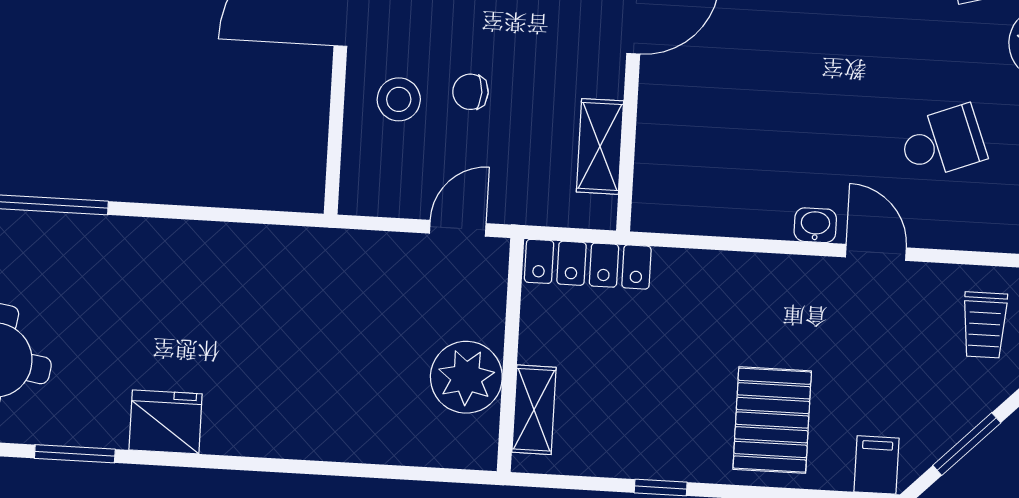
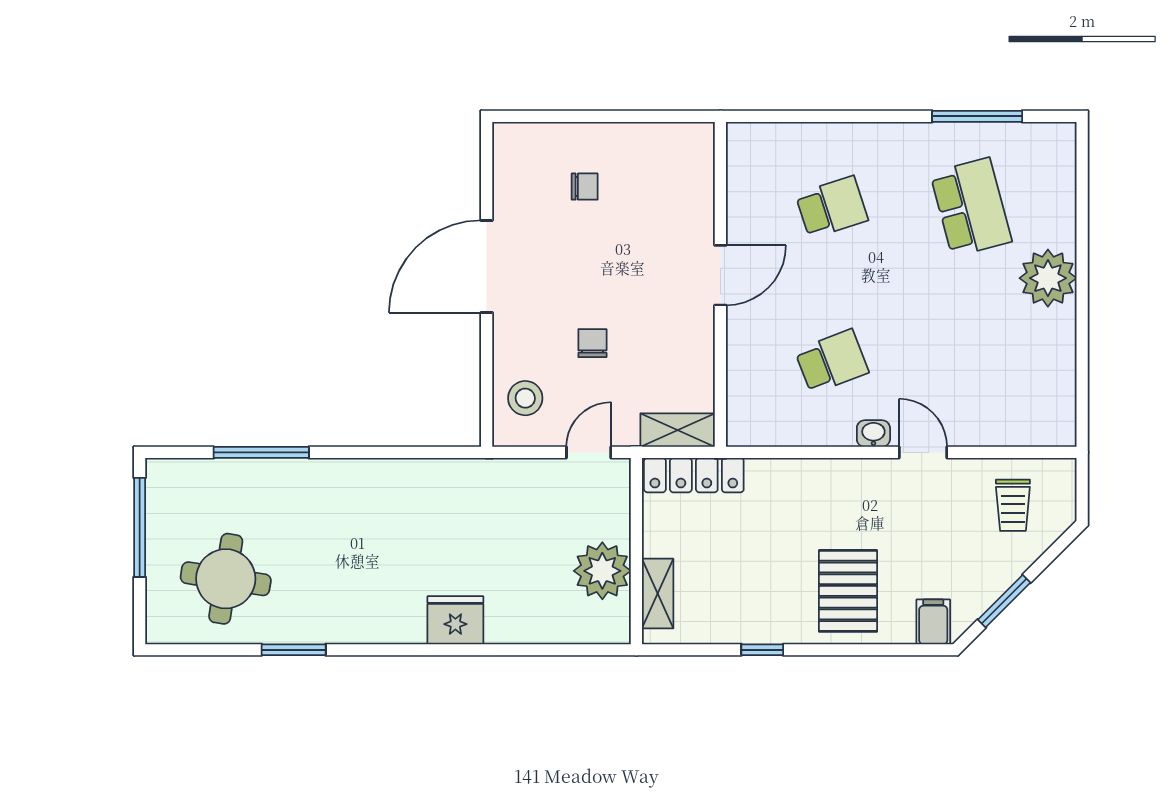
chair: (470, 92) -> (592, 343), turned 90
stool: (399, 99) -> (525, 398), moved
school desk: (942, 142) -> (832, 362), moved
shelving: (600, 146) -> (678, 430), moved, turned 90
fridge: (166, 422) -> (455, 620), moved

